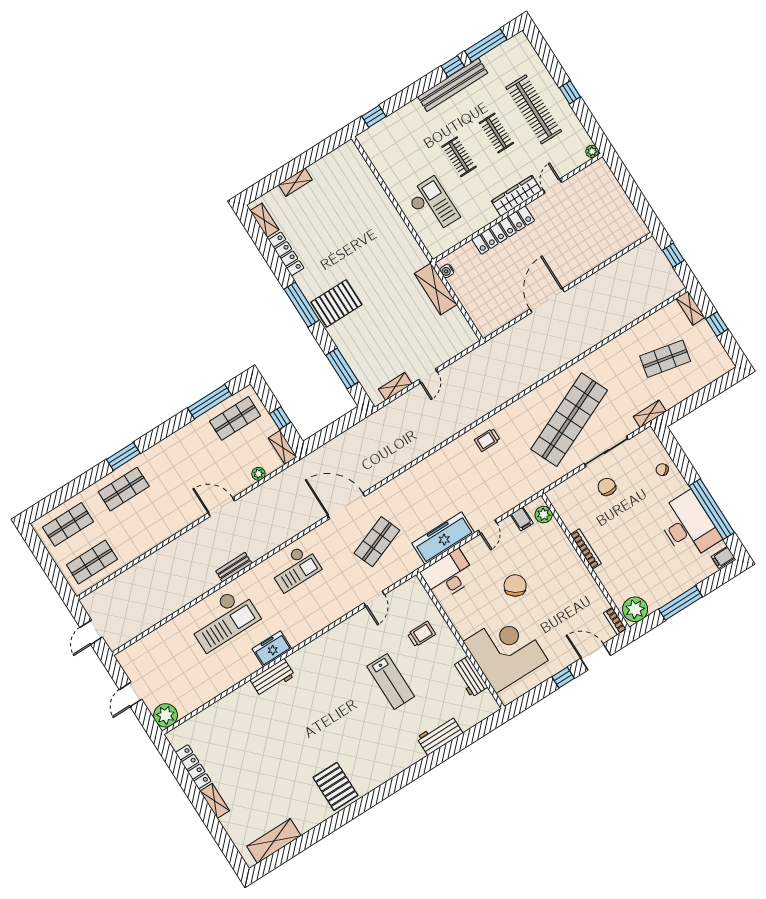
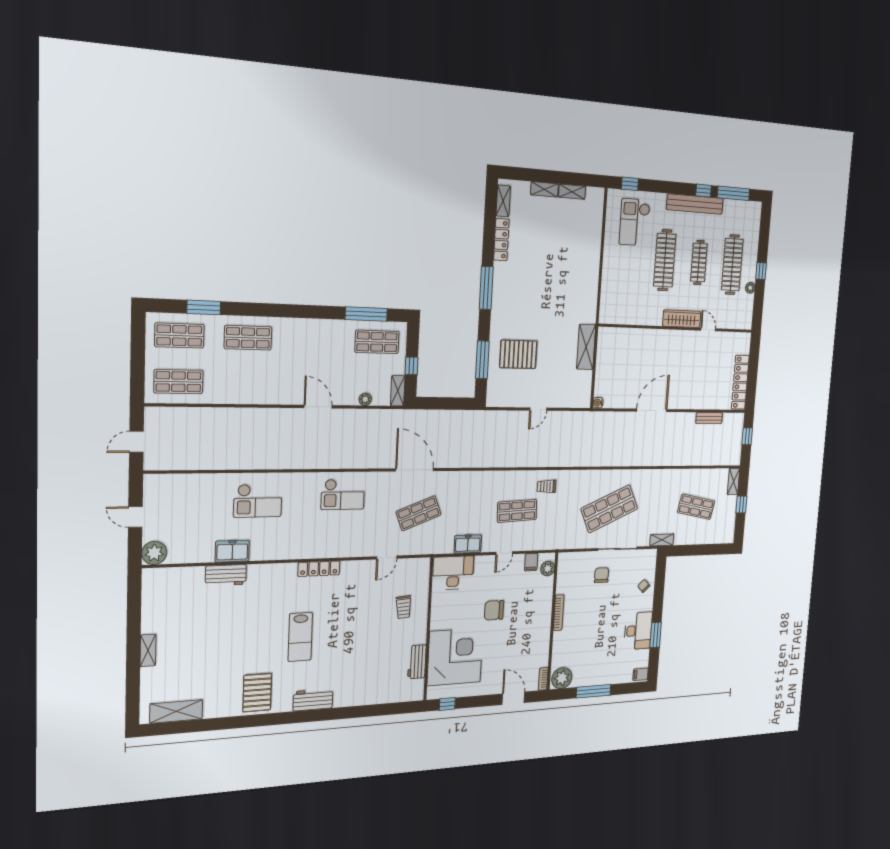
clothes rail: (496, 133) -> (699, 263), width x1.36
plant: (592, 151) -> (750, 288), moved
clothes rail: (459, 157) -> (665, 260), width x1.86, depth x1.31
door: (552, 186) -> (708, 330), hinge flipped
checkout: (433, 205) -> (635, 222), moved, turned 180
locker: (503, 230) -> (740, 382), moved, turned 90
water cooler: (447, 271) -> (598, 403), moved
pallet: (336, 303) -> (518, 354), moved
shelving: (395, 386) -> (572, 192), moved
shop shelf: (569, 420) -> (609, 509), width x0.71
window: (123, 456) -> (204, 307), moved
shop shelf: (473, 481) -> (517, 511), added
window: (712, 509) -> (656, 635), width x0.47
desk: (688, 526) -> (638, 631), width x0.73, depth x0.77
freezer: (443, 538) -> (468, 544), width x0.52, depth x0.79
bench: (234, 567) -> (709, 418), moved
chair: (515, 586) -> (494, 610), turned -124
checkout: (223, 619) -> (258, 501), width x0.73, depth x0.83
trolley: (422, 634) -> (404, 607), turned 86
freezer: (272, 649) -> (232, 551), moved
window: (563, 677) -> (447, 704), moved
workbench: (272, 678) -> (226, 575), moved
lab bench: (391, 681) -> (300, 637), moved
door: (131, 694) -> (135, 517), hinge flipped
workbench: (440, 735) -> (313, 700), moved
locker: (193, 767) -> (319, 569), moved, turned 90

